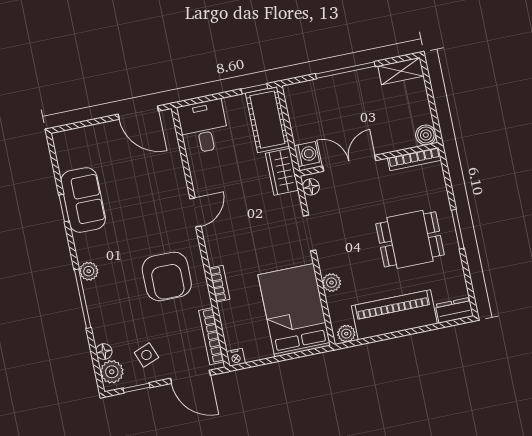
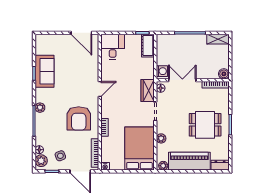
cot: (267, 120) -> (148, 46), width x0.73, depth x0.75
wardrobe: (282, 172) -> (148, 90), moved

